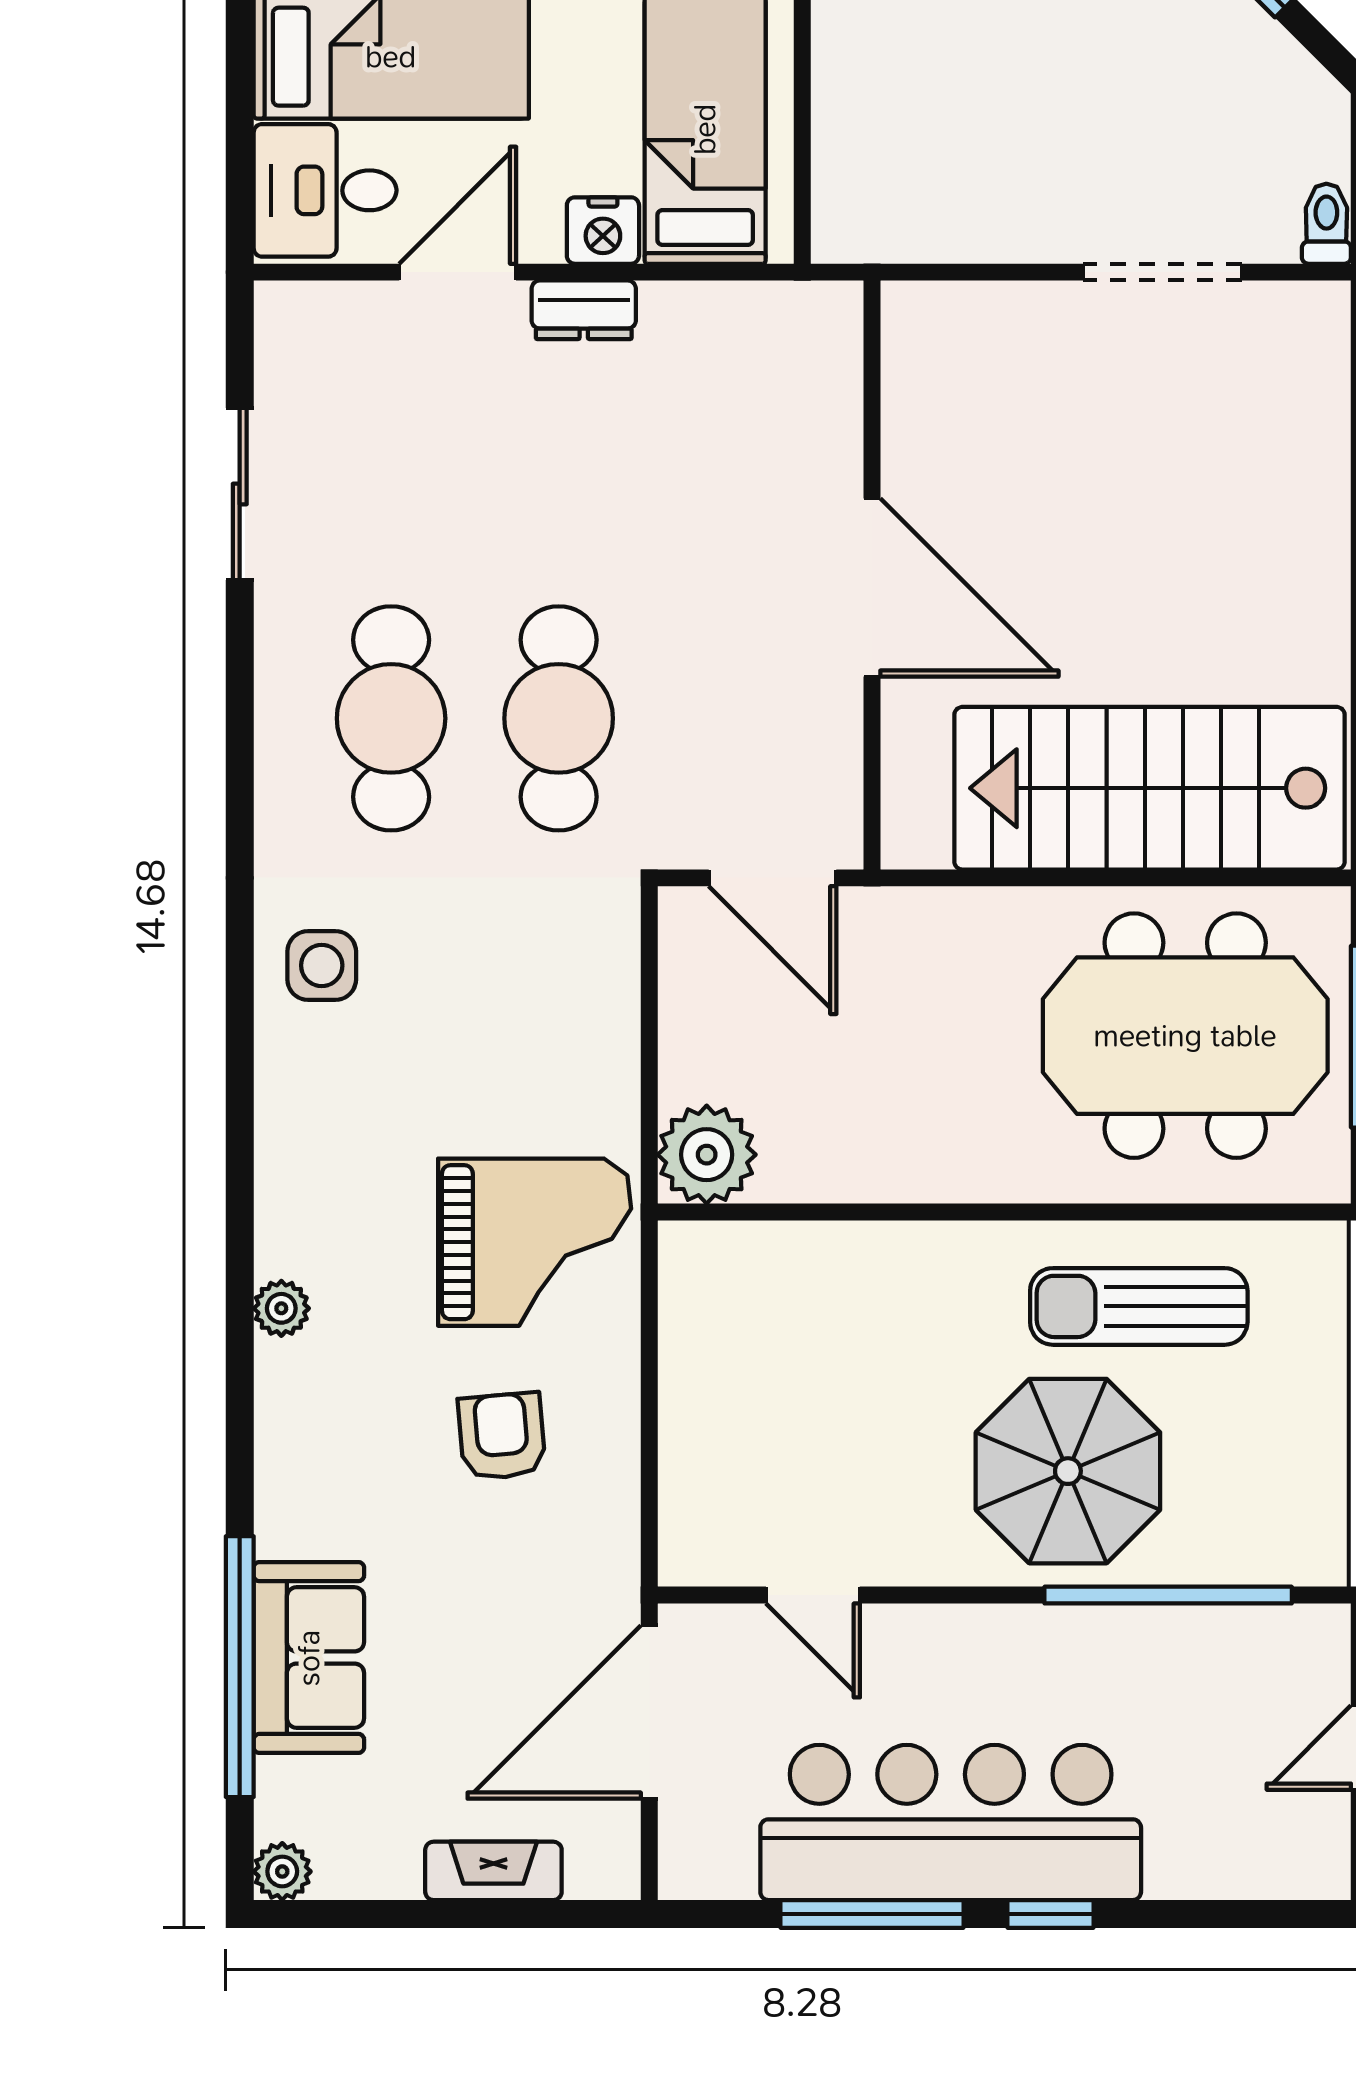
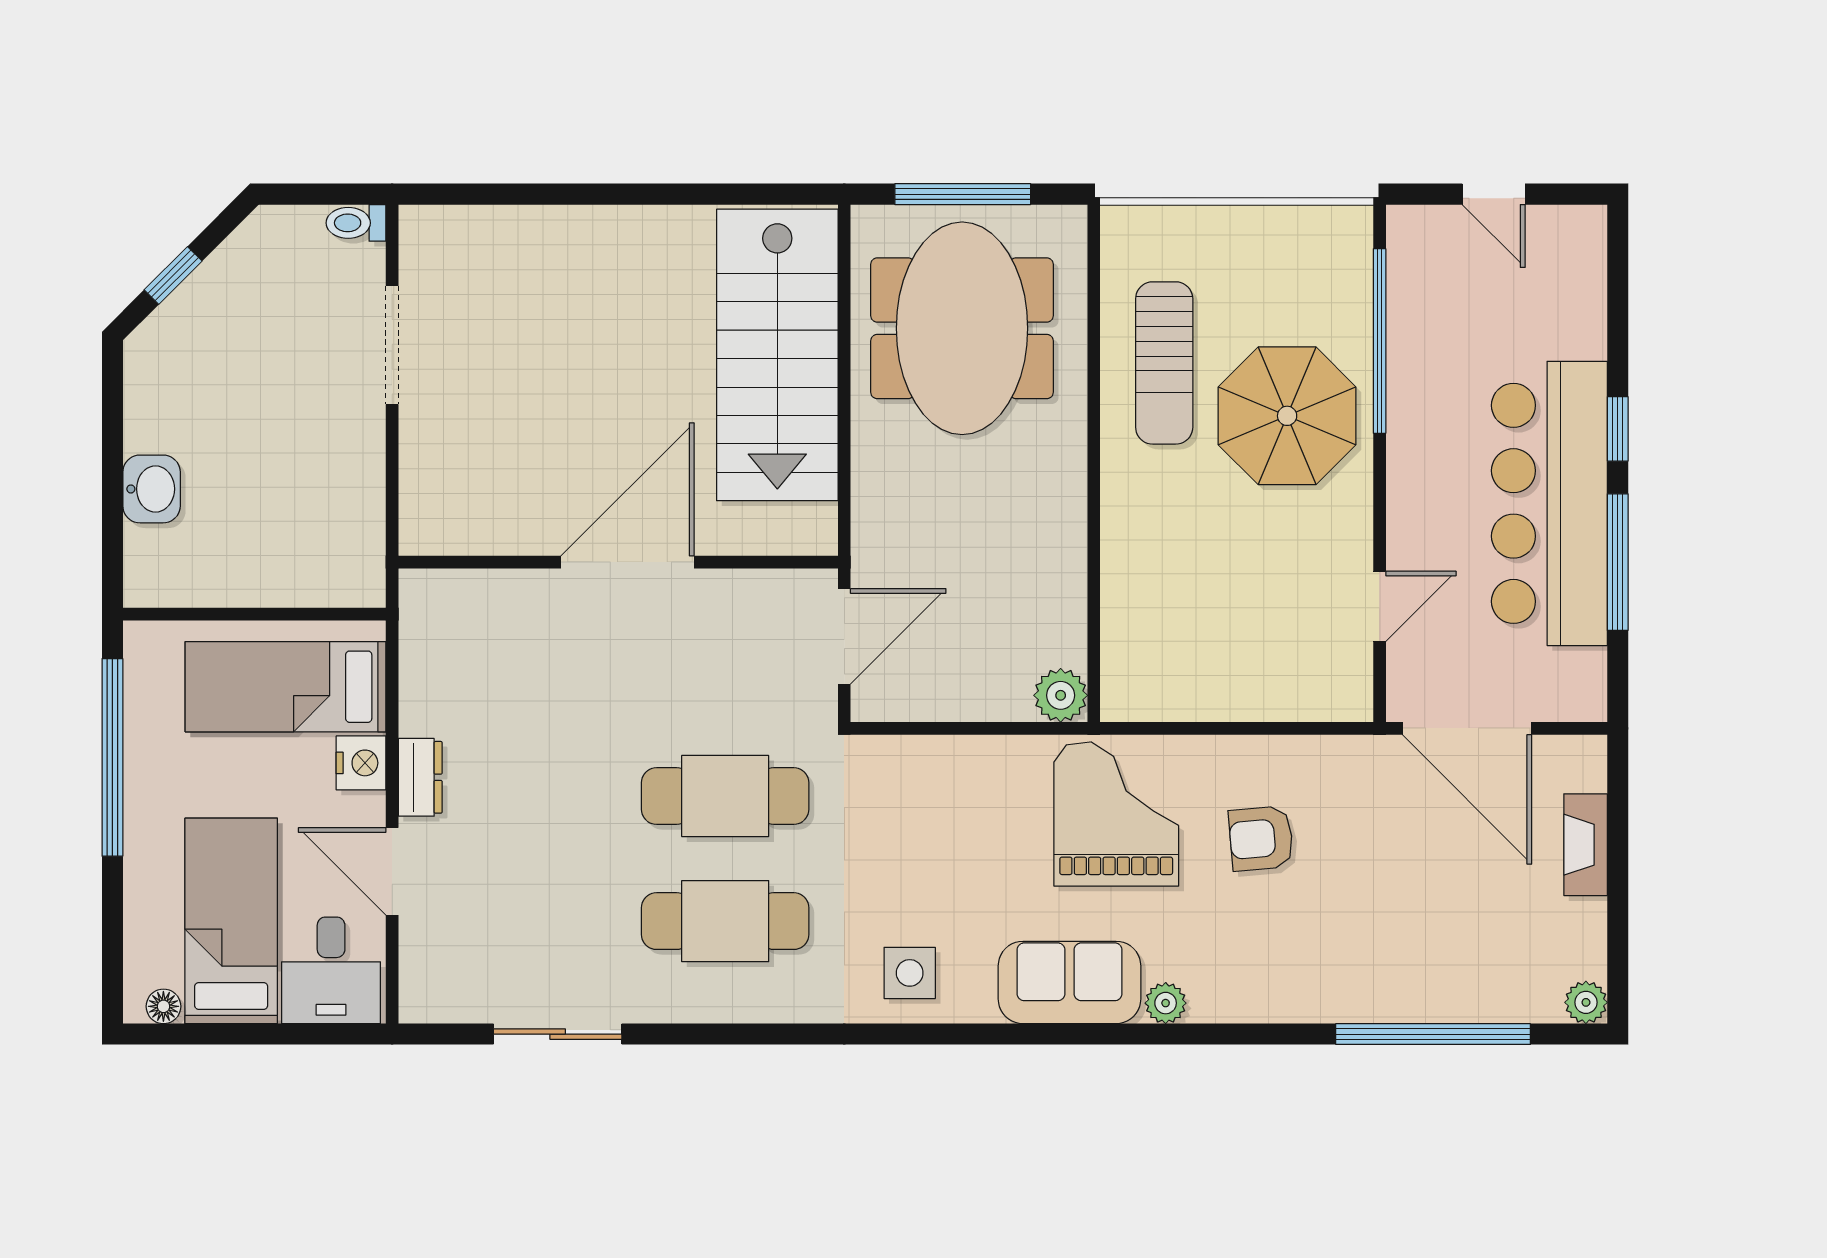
plant: (707, 1155) -> (1061, 695), width x0.73, depth x0.73
sofa: (309, 1658) -> (1070, 982), moved

